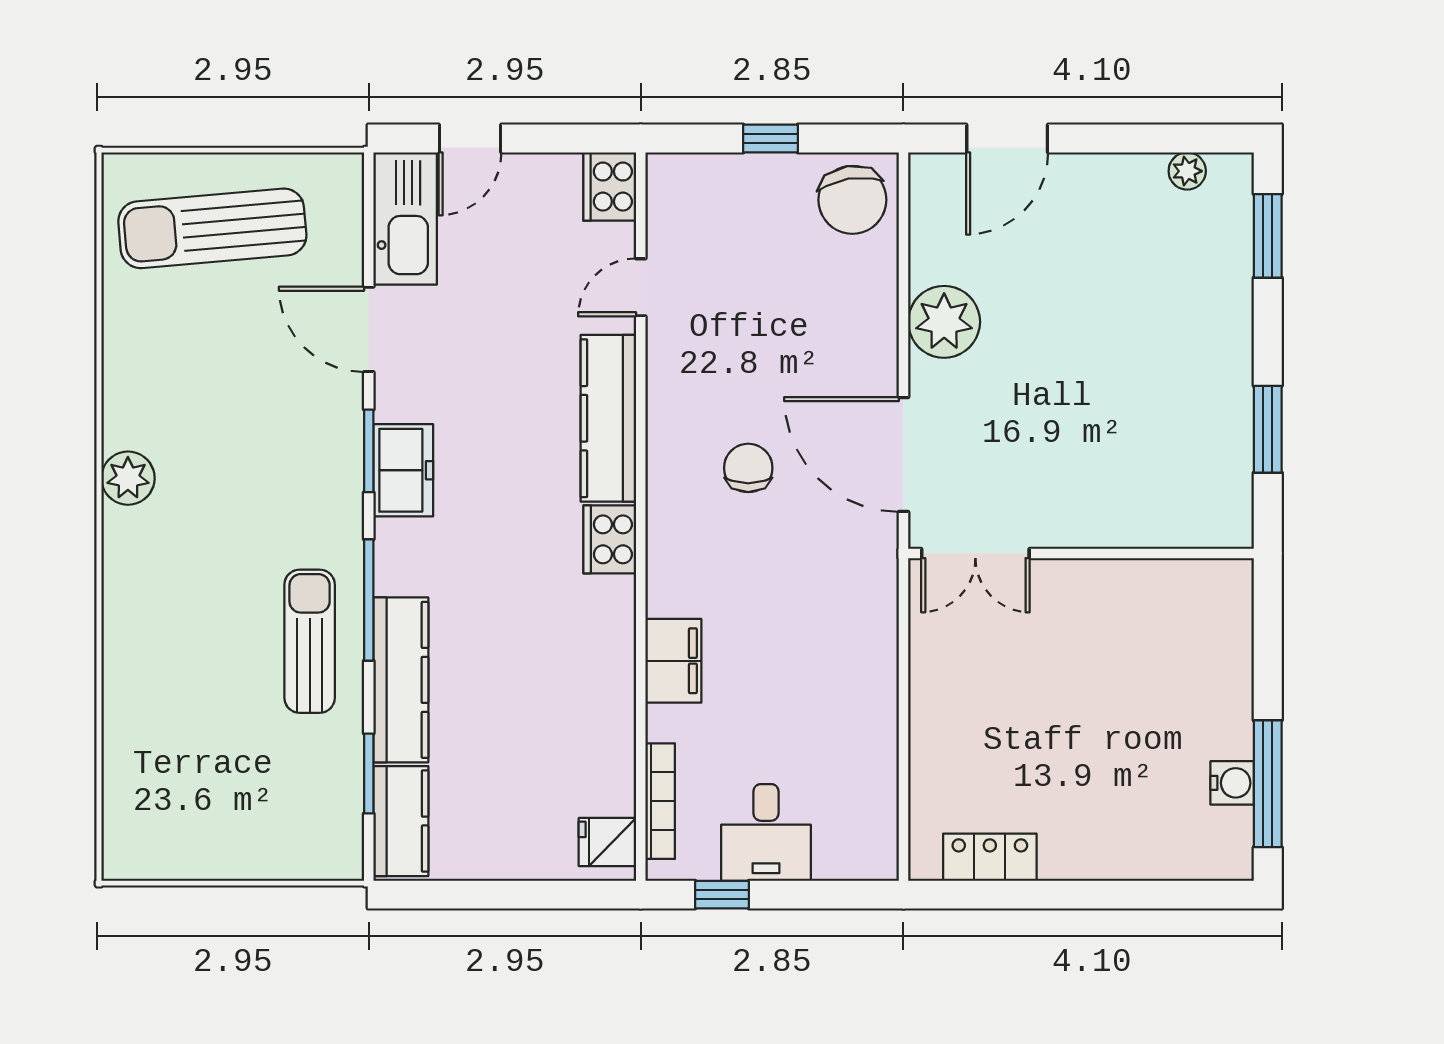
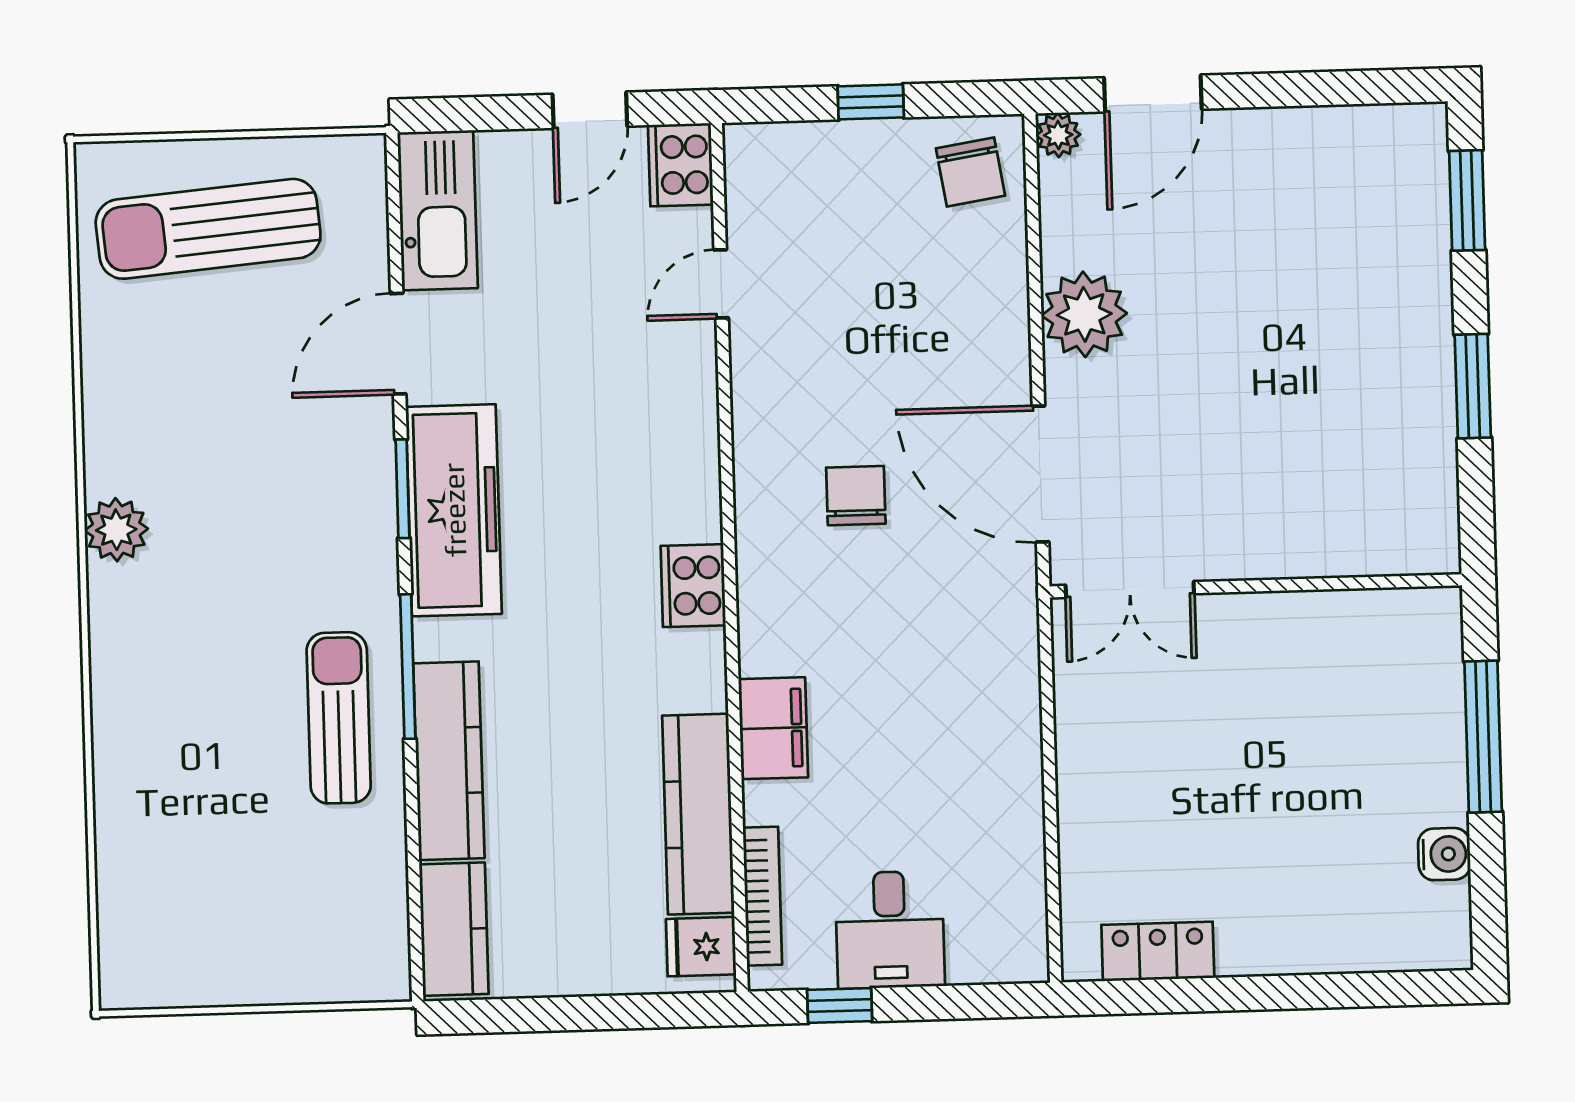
door: (470, 139) -> (590, 110), moved
plant: (1187, 171) -> (1058, 135), moved
chair: (852, 200) -> (970, 172), width x0.73, depth x0.73
door: (369, 329) -> (398, 344), hinge flipped
kitchen counter: (608, 418) -> (698, 814), moved
window: (1268, 429) -> (1473, 386), moved
freezer: (403, 470) -> (454, 510), width x1.91, depth x1.26
window: (369, 774) -> (414, 874), removed
window: (1268, 784) -> (1483, 737), moved

